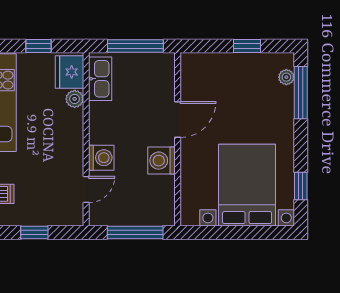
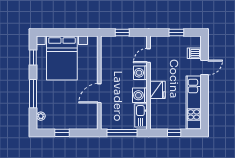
fridge: (69, 72) -> (158, 90), moved
window: (301, 93) -> (33, 94), moved
plant: (75, 99) -> (155, 104), removed
washing machine: (161, 161) -> (140, 95), moved, turned 180
window: (135, 233) -> (122, 32), width x0.46

